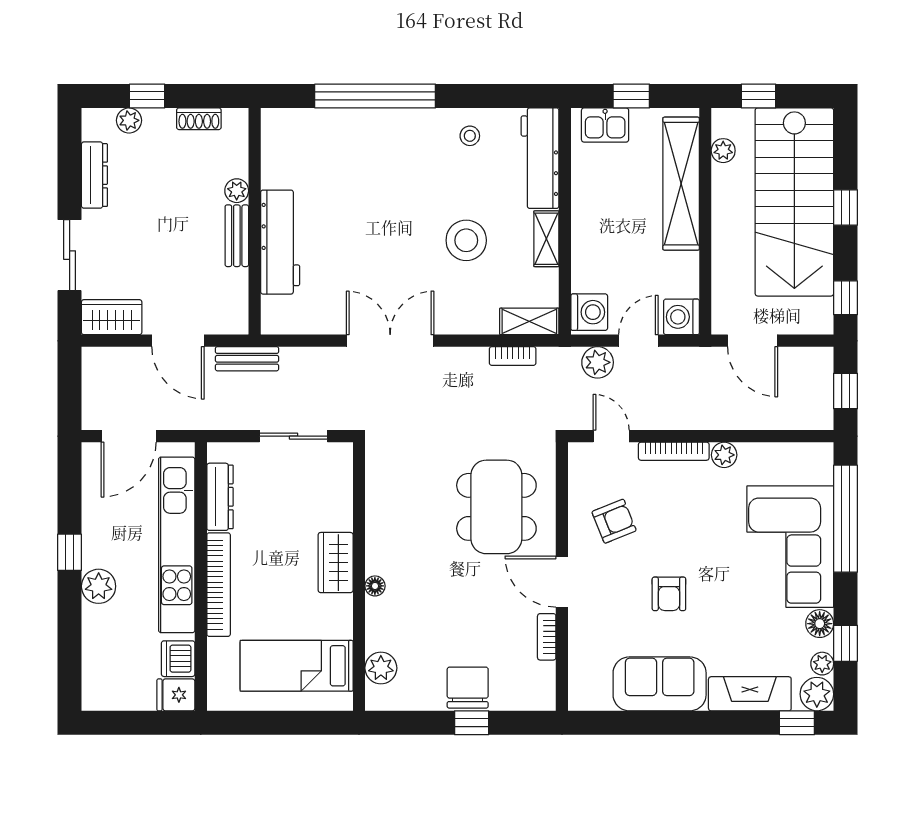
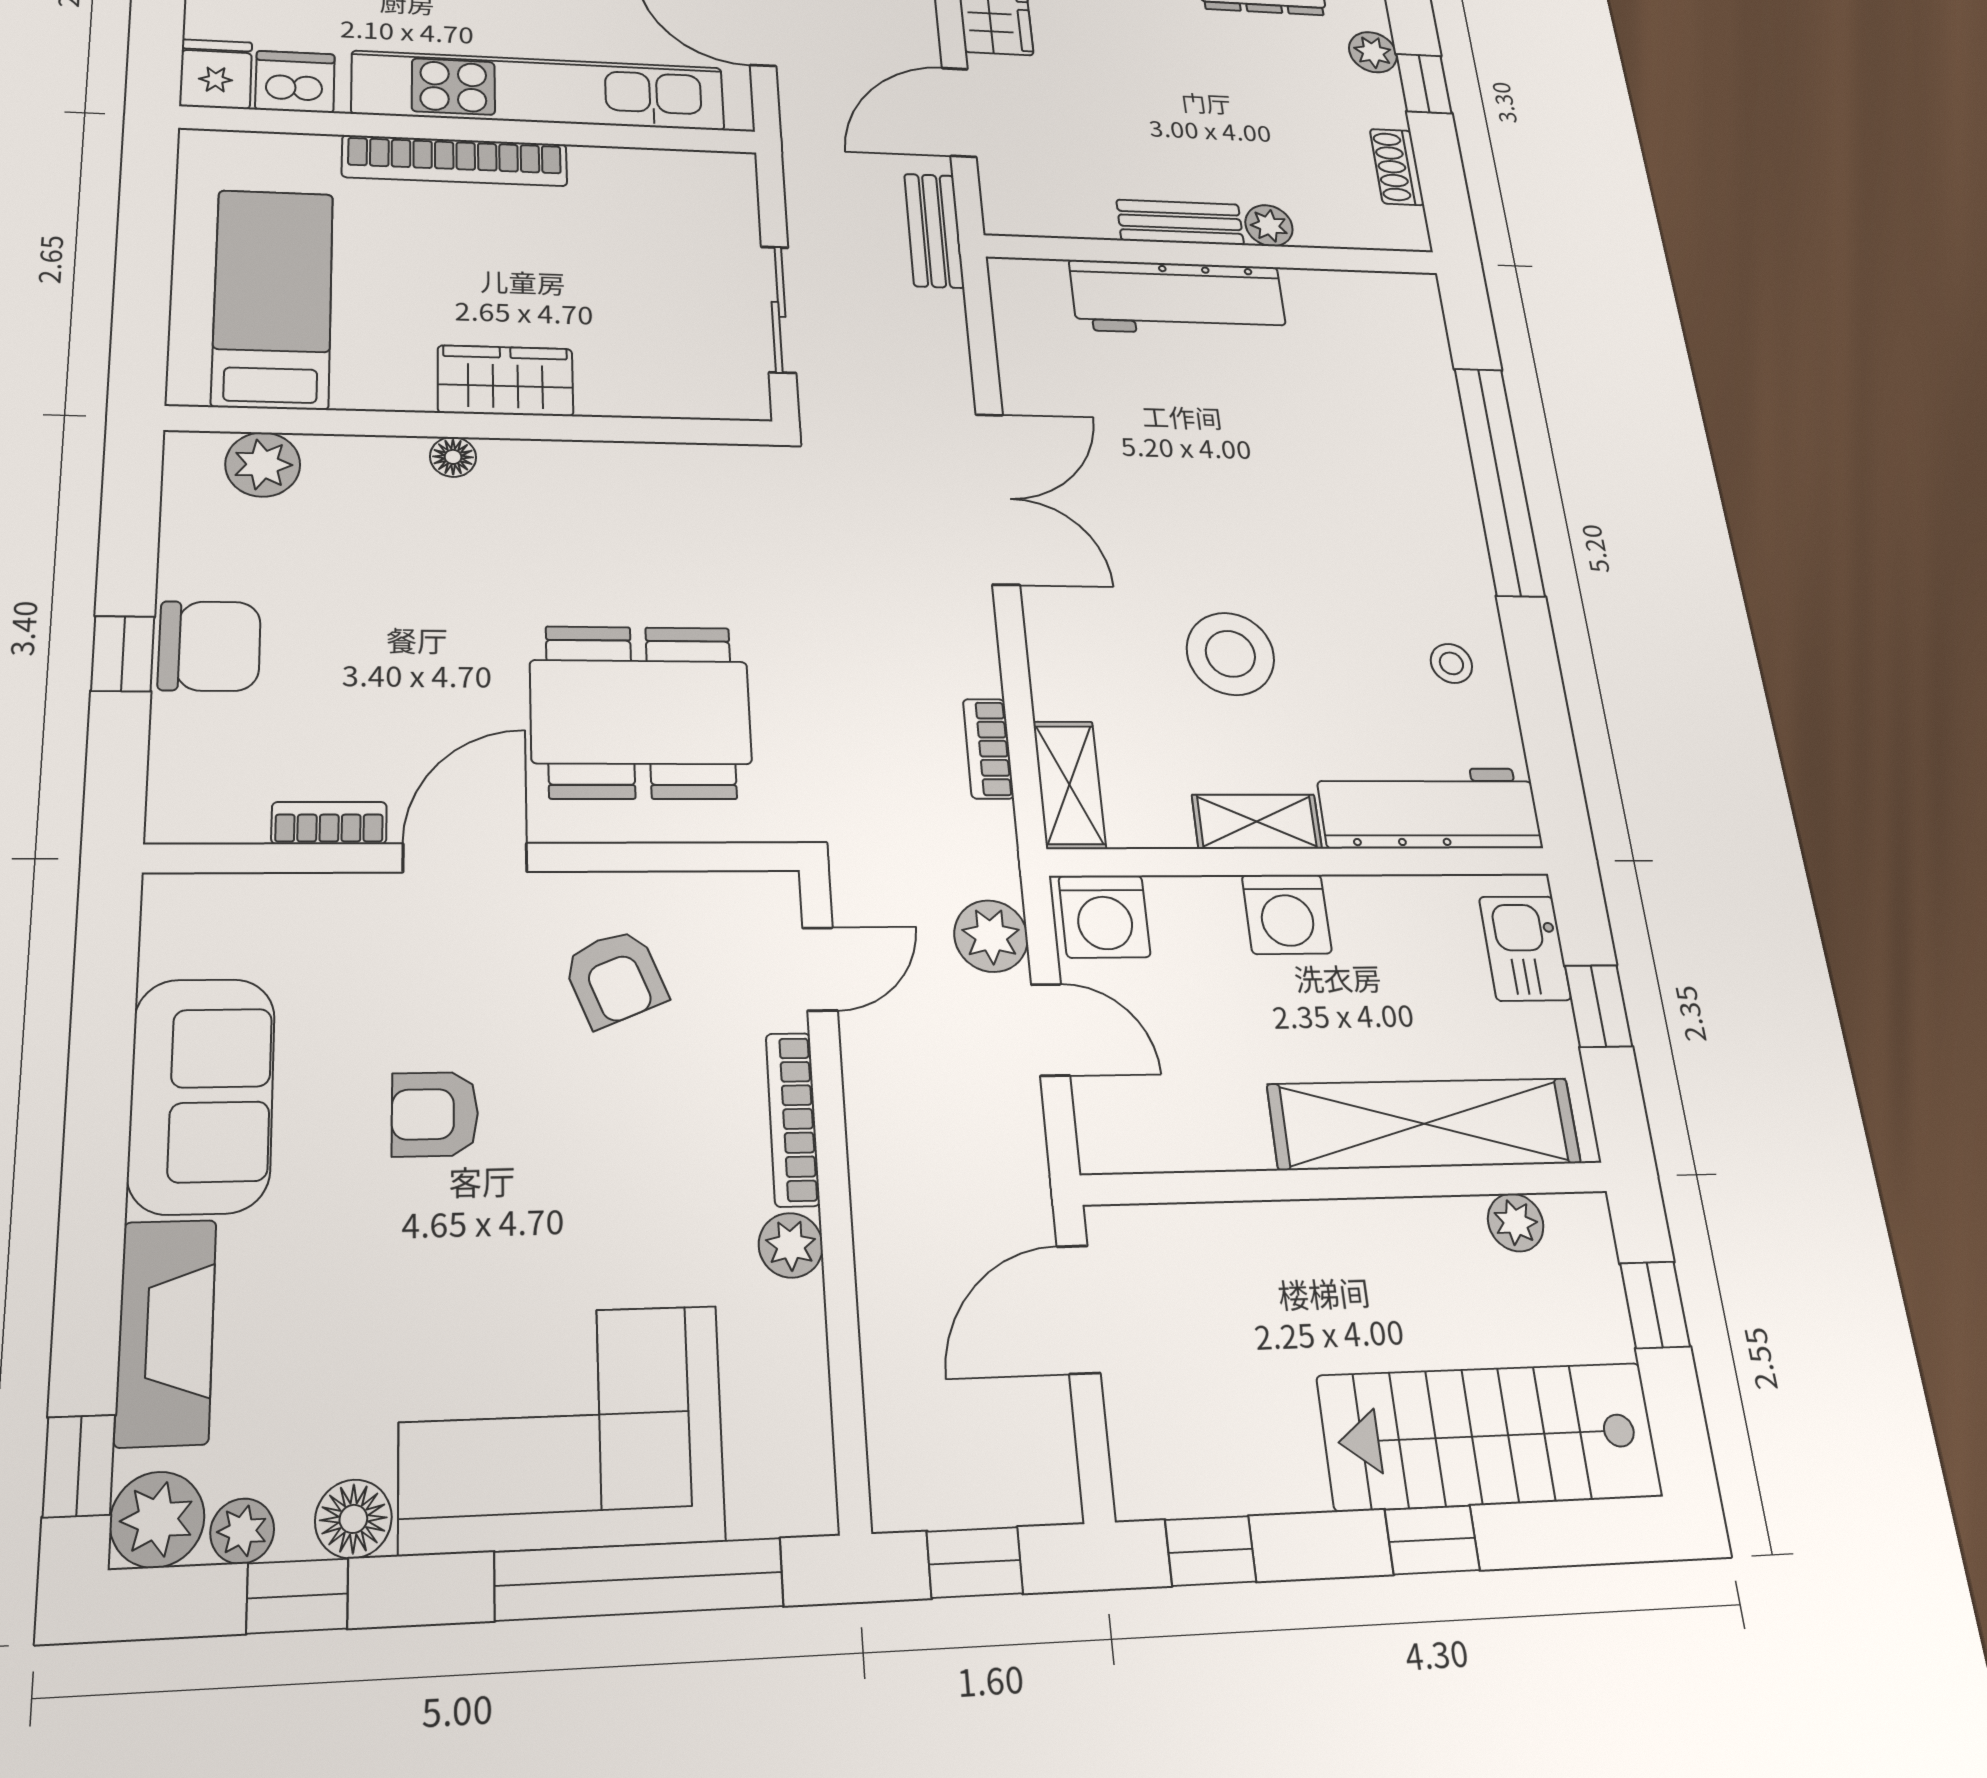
stairs: (794, 202) -> (1490, 1436), width x0.73, depth x0.66
washing machine: (681, 317) -> (1287, 914), moved, turned 180
dresser: (220, 497) -> (643, 171), removed

